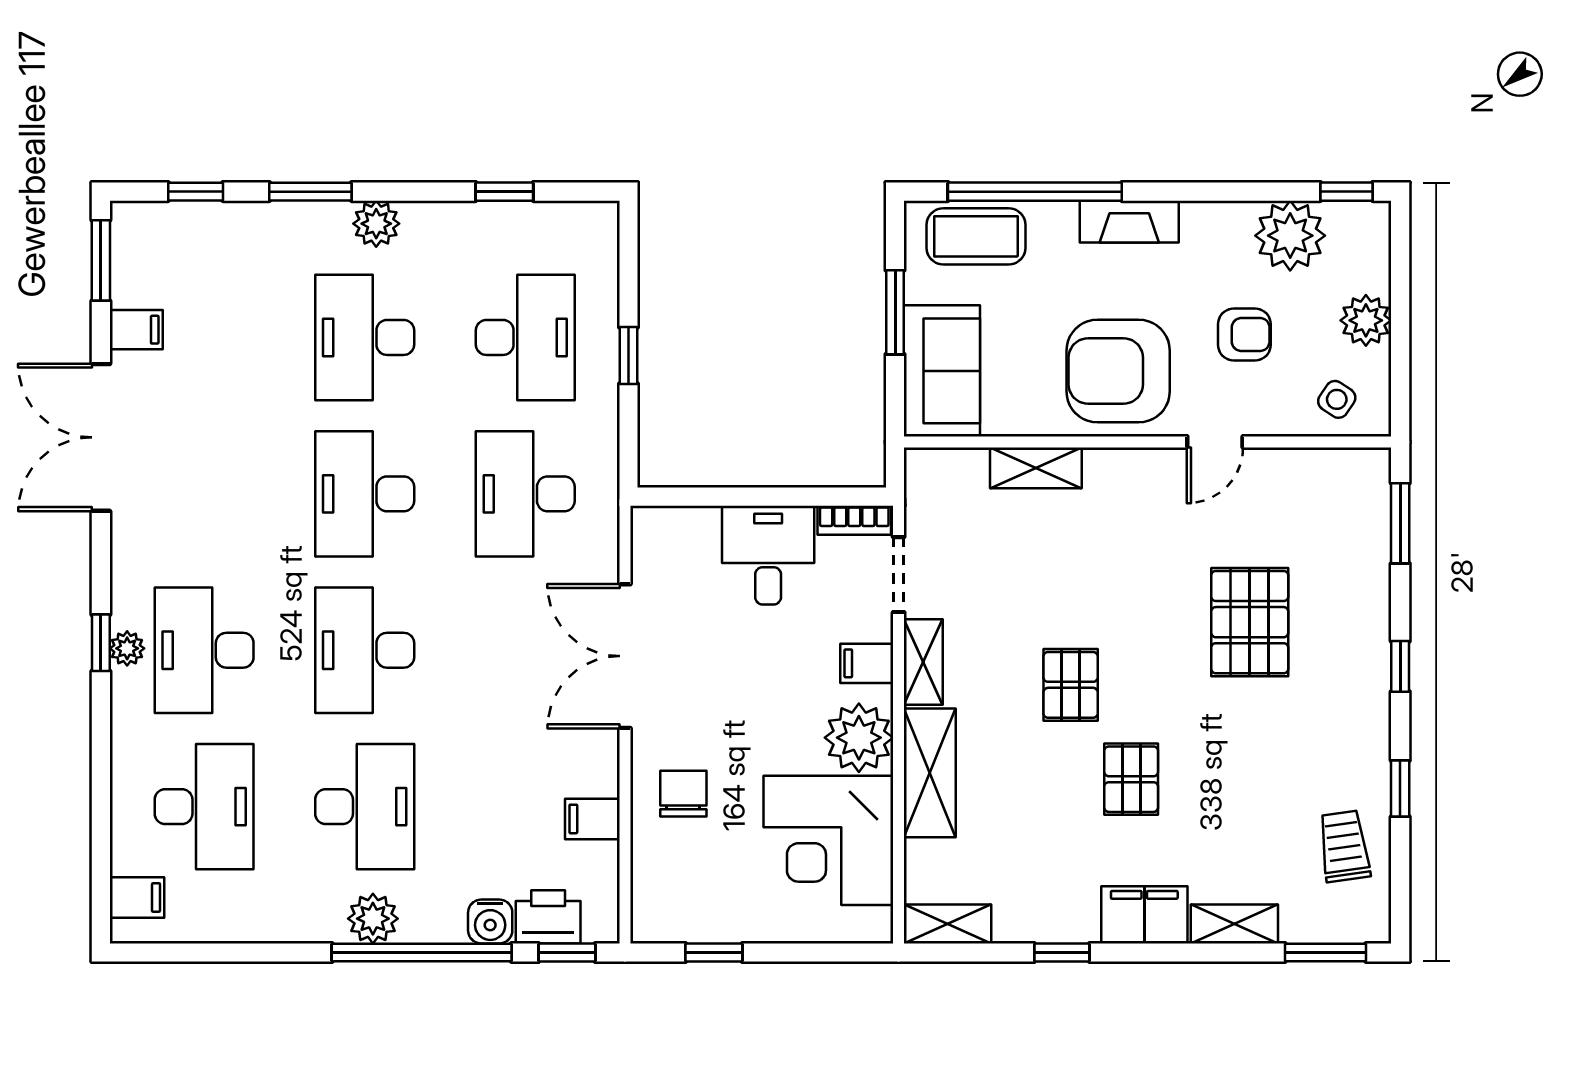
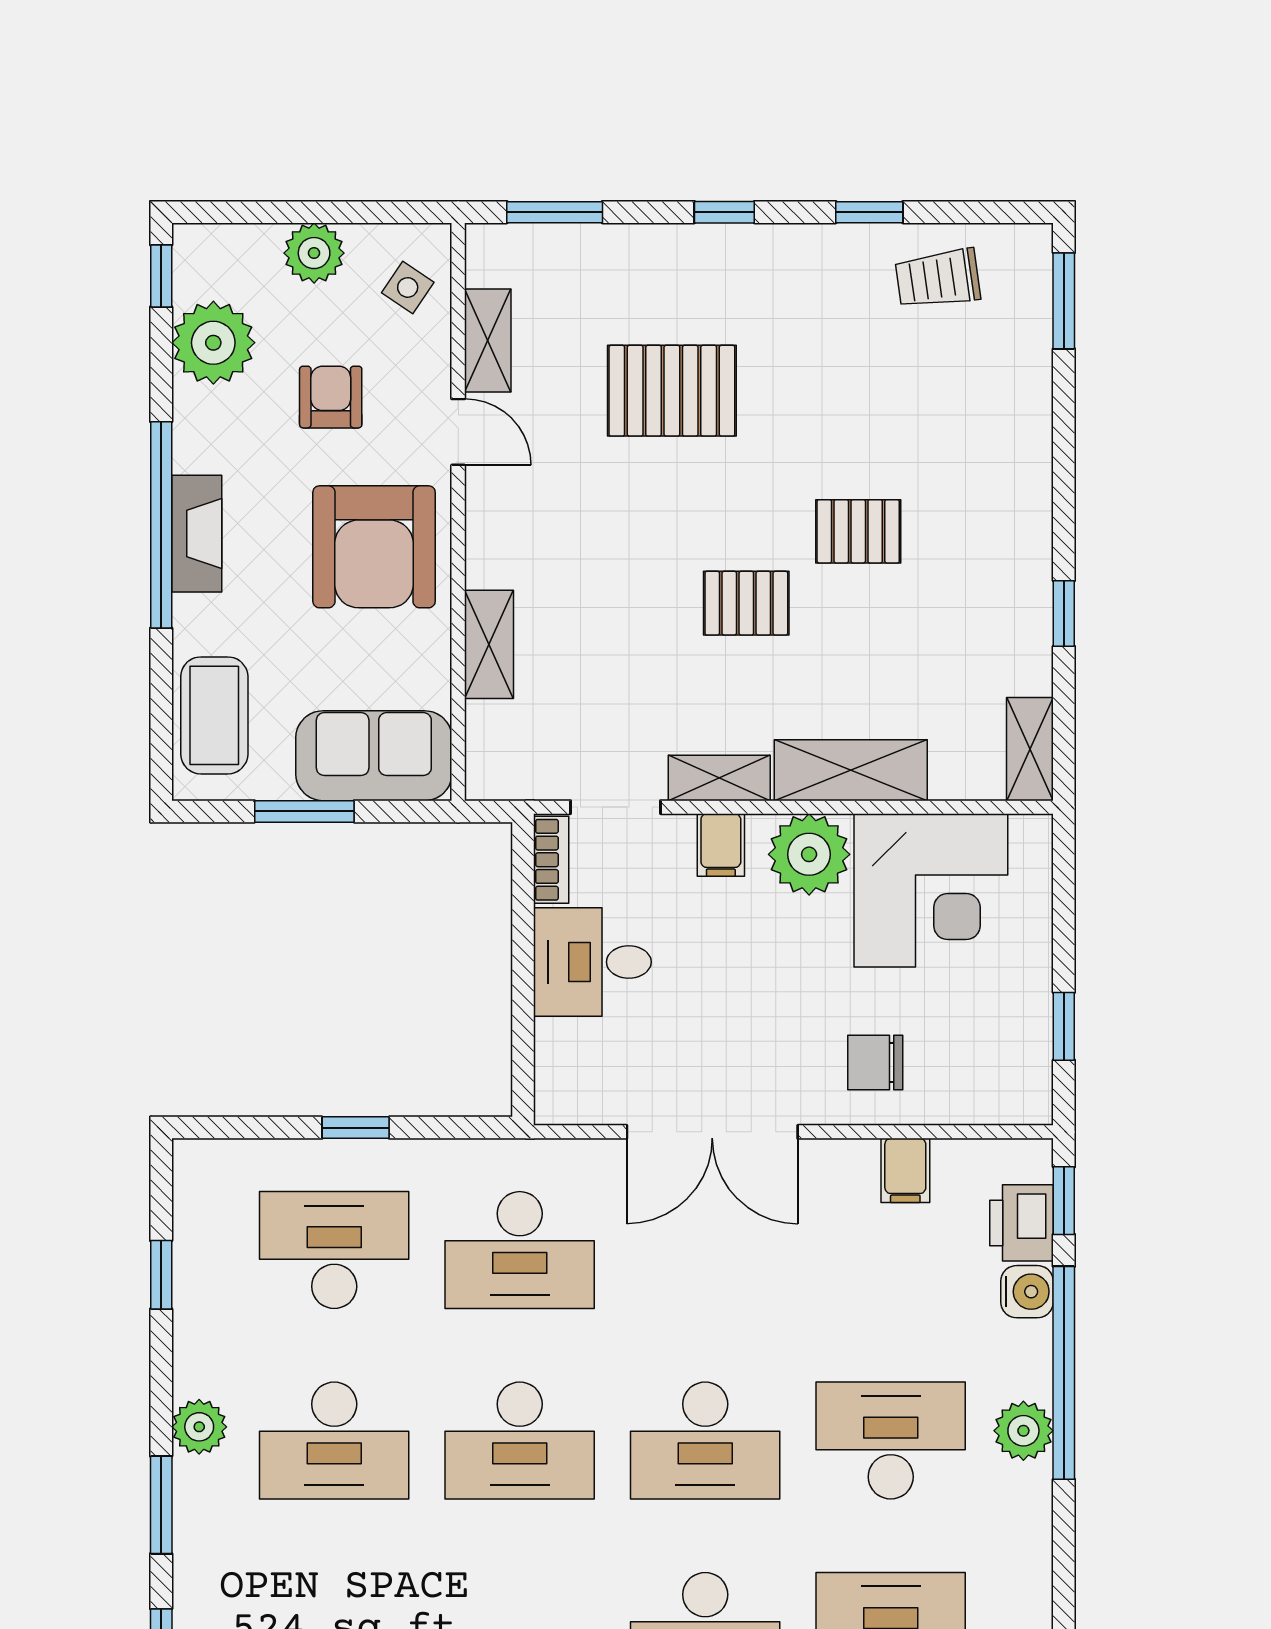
window: (1035, 192) -> (161, 525), moved
filing cabinet: (1144, 915) -> (1019, 516), removed
shelving: (1234, 924) -> (488, 340), moved

